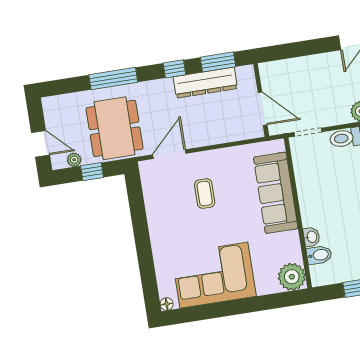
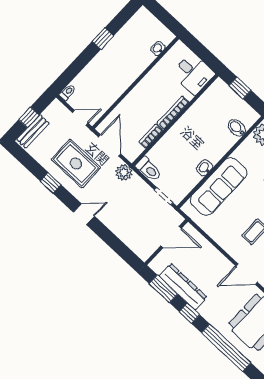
window: (113, 79) -> (226, 348), width x1.46
door: (263, 109) -> (171, 237), swing flipped
washbasin: (312, 237) -> (204, 168), moved

